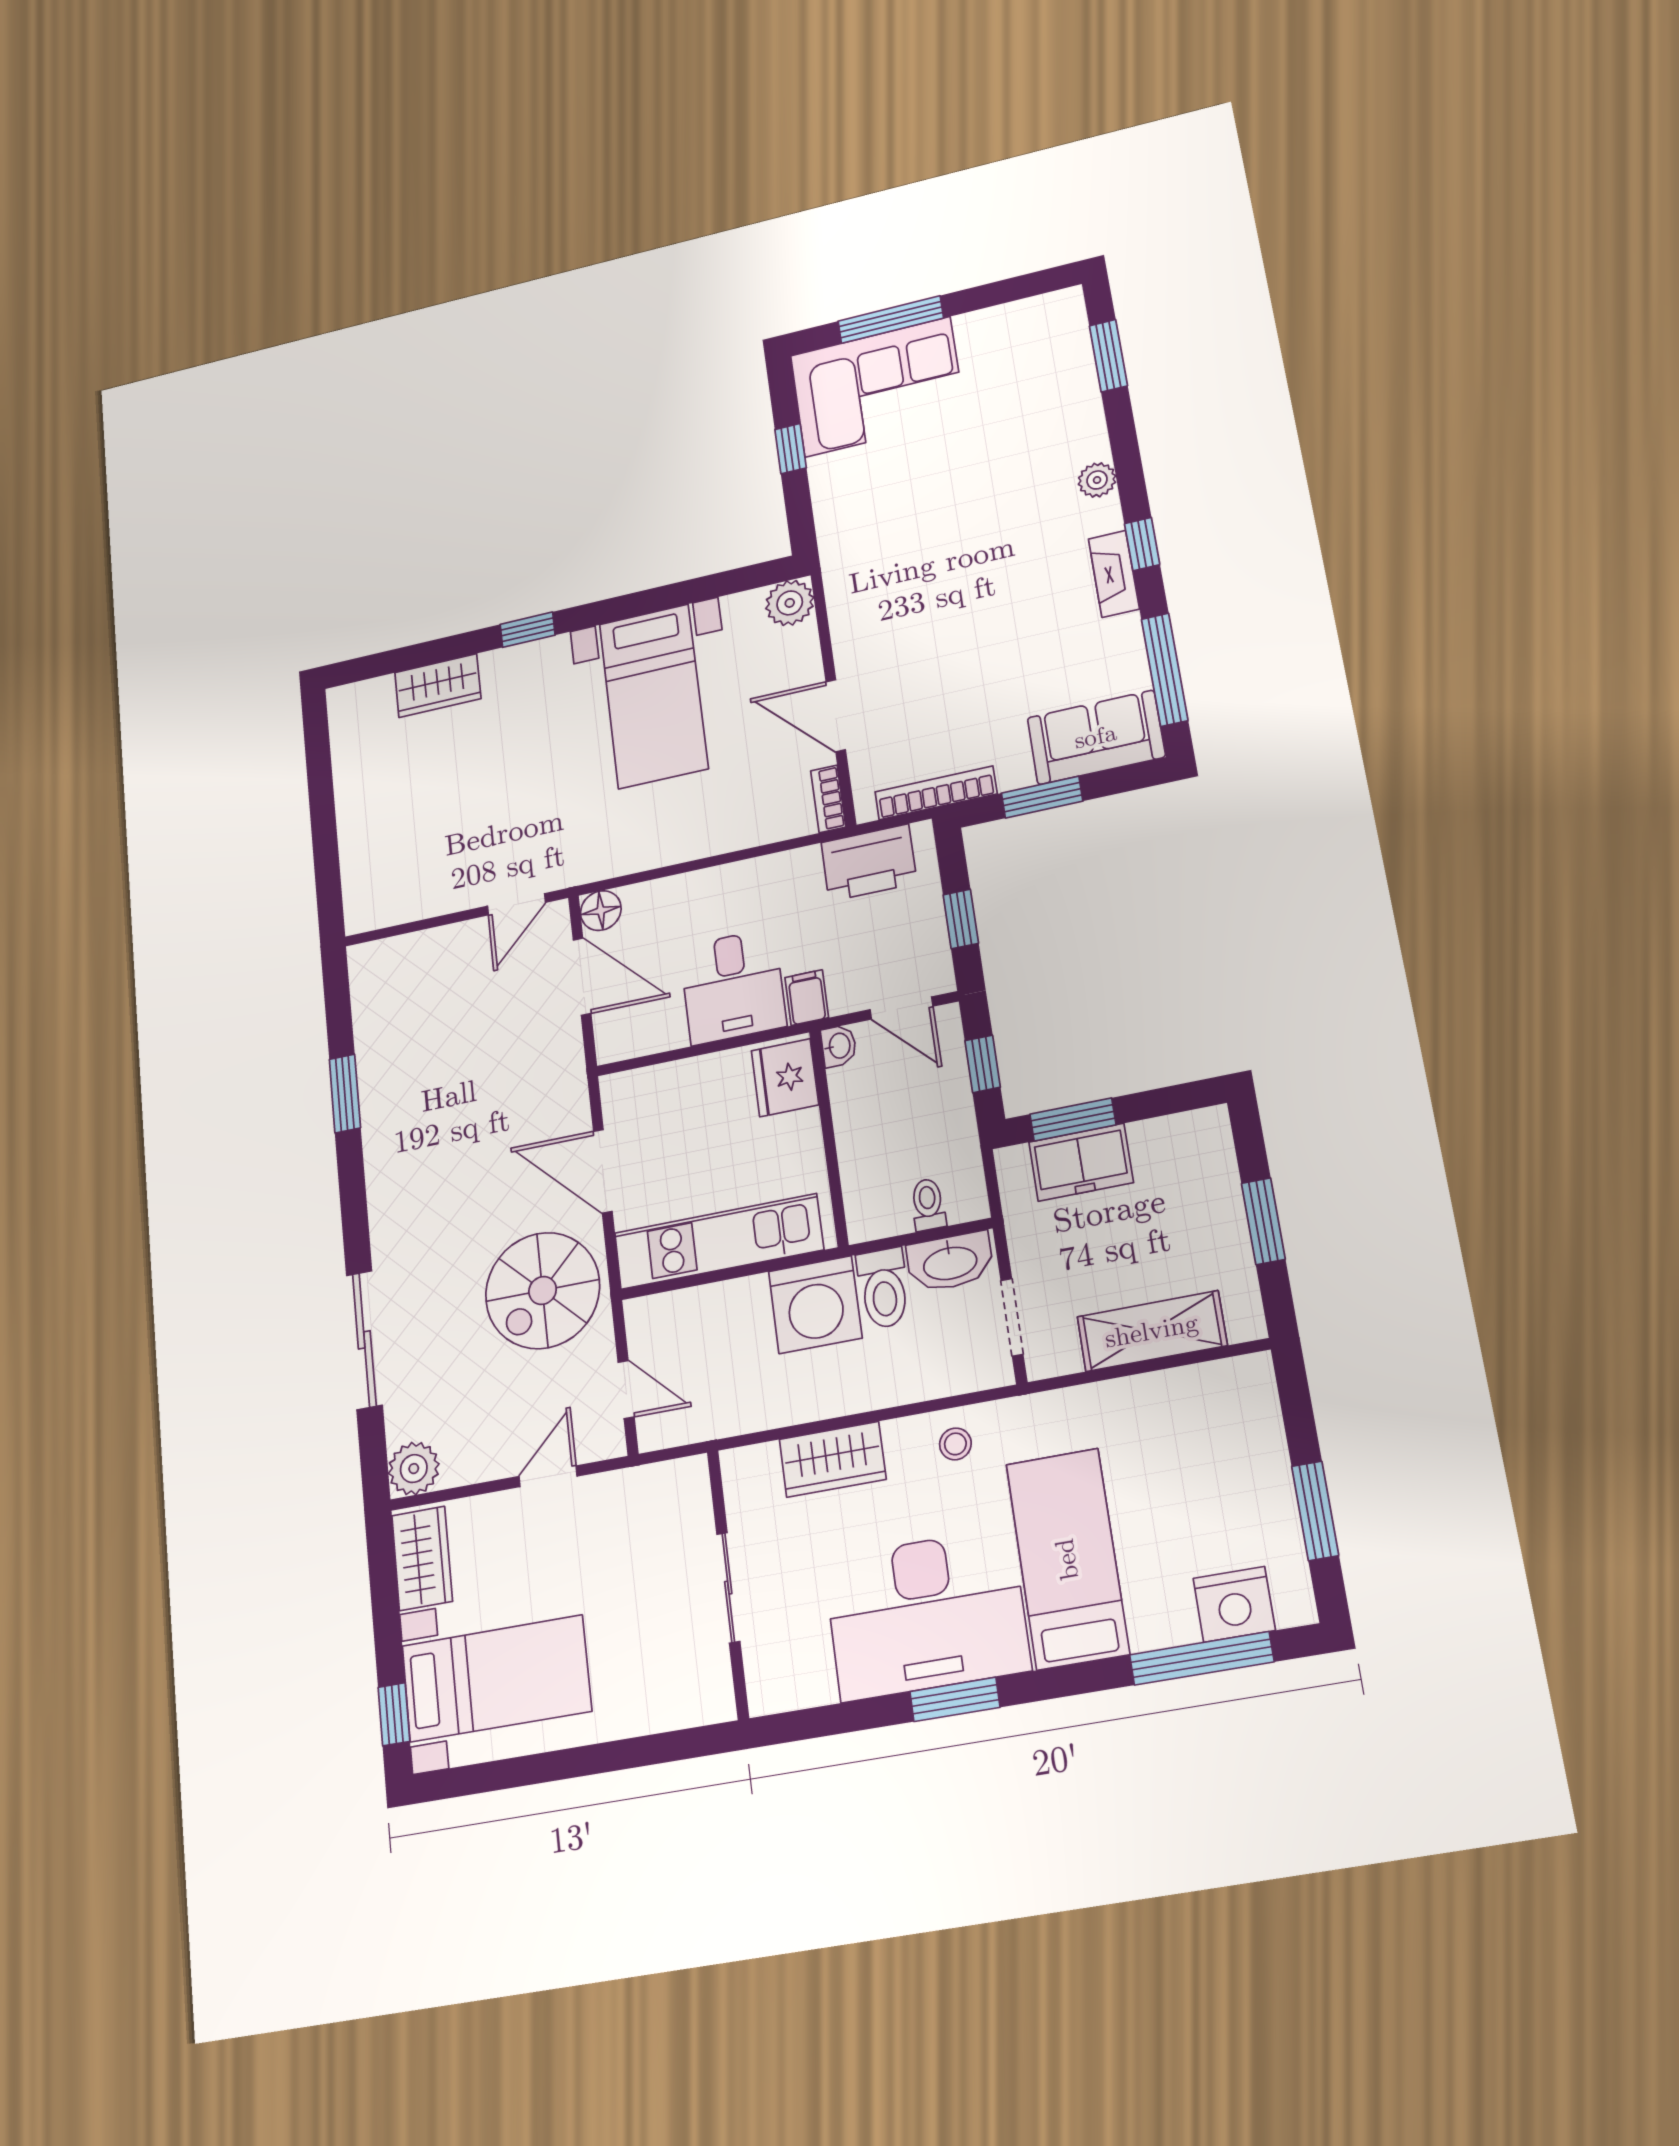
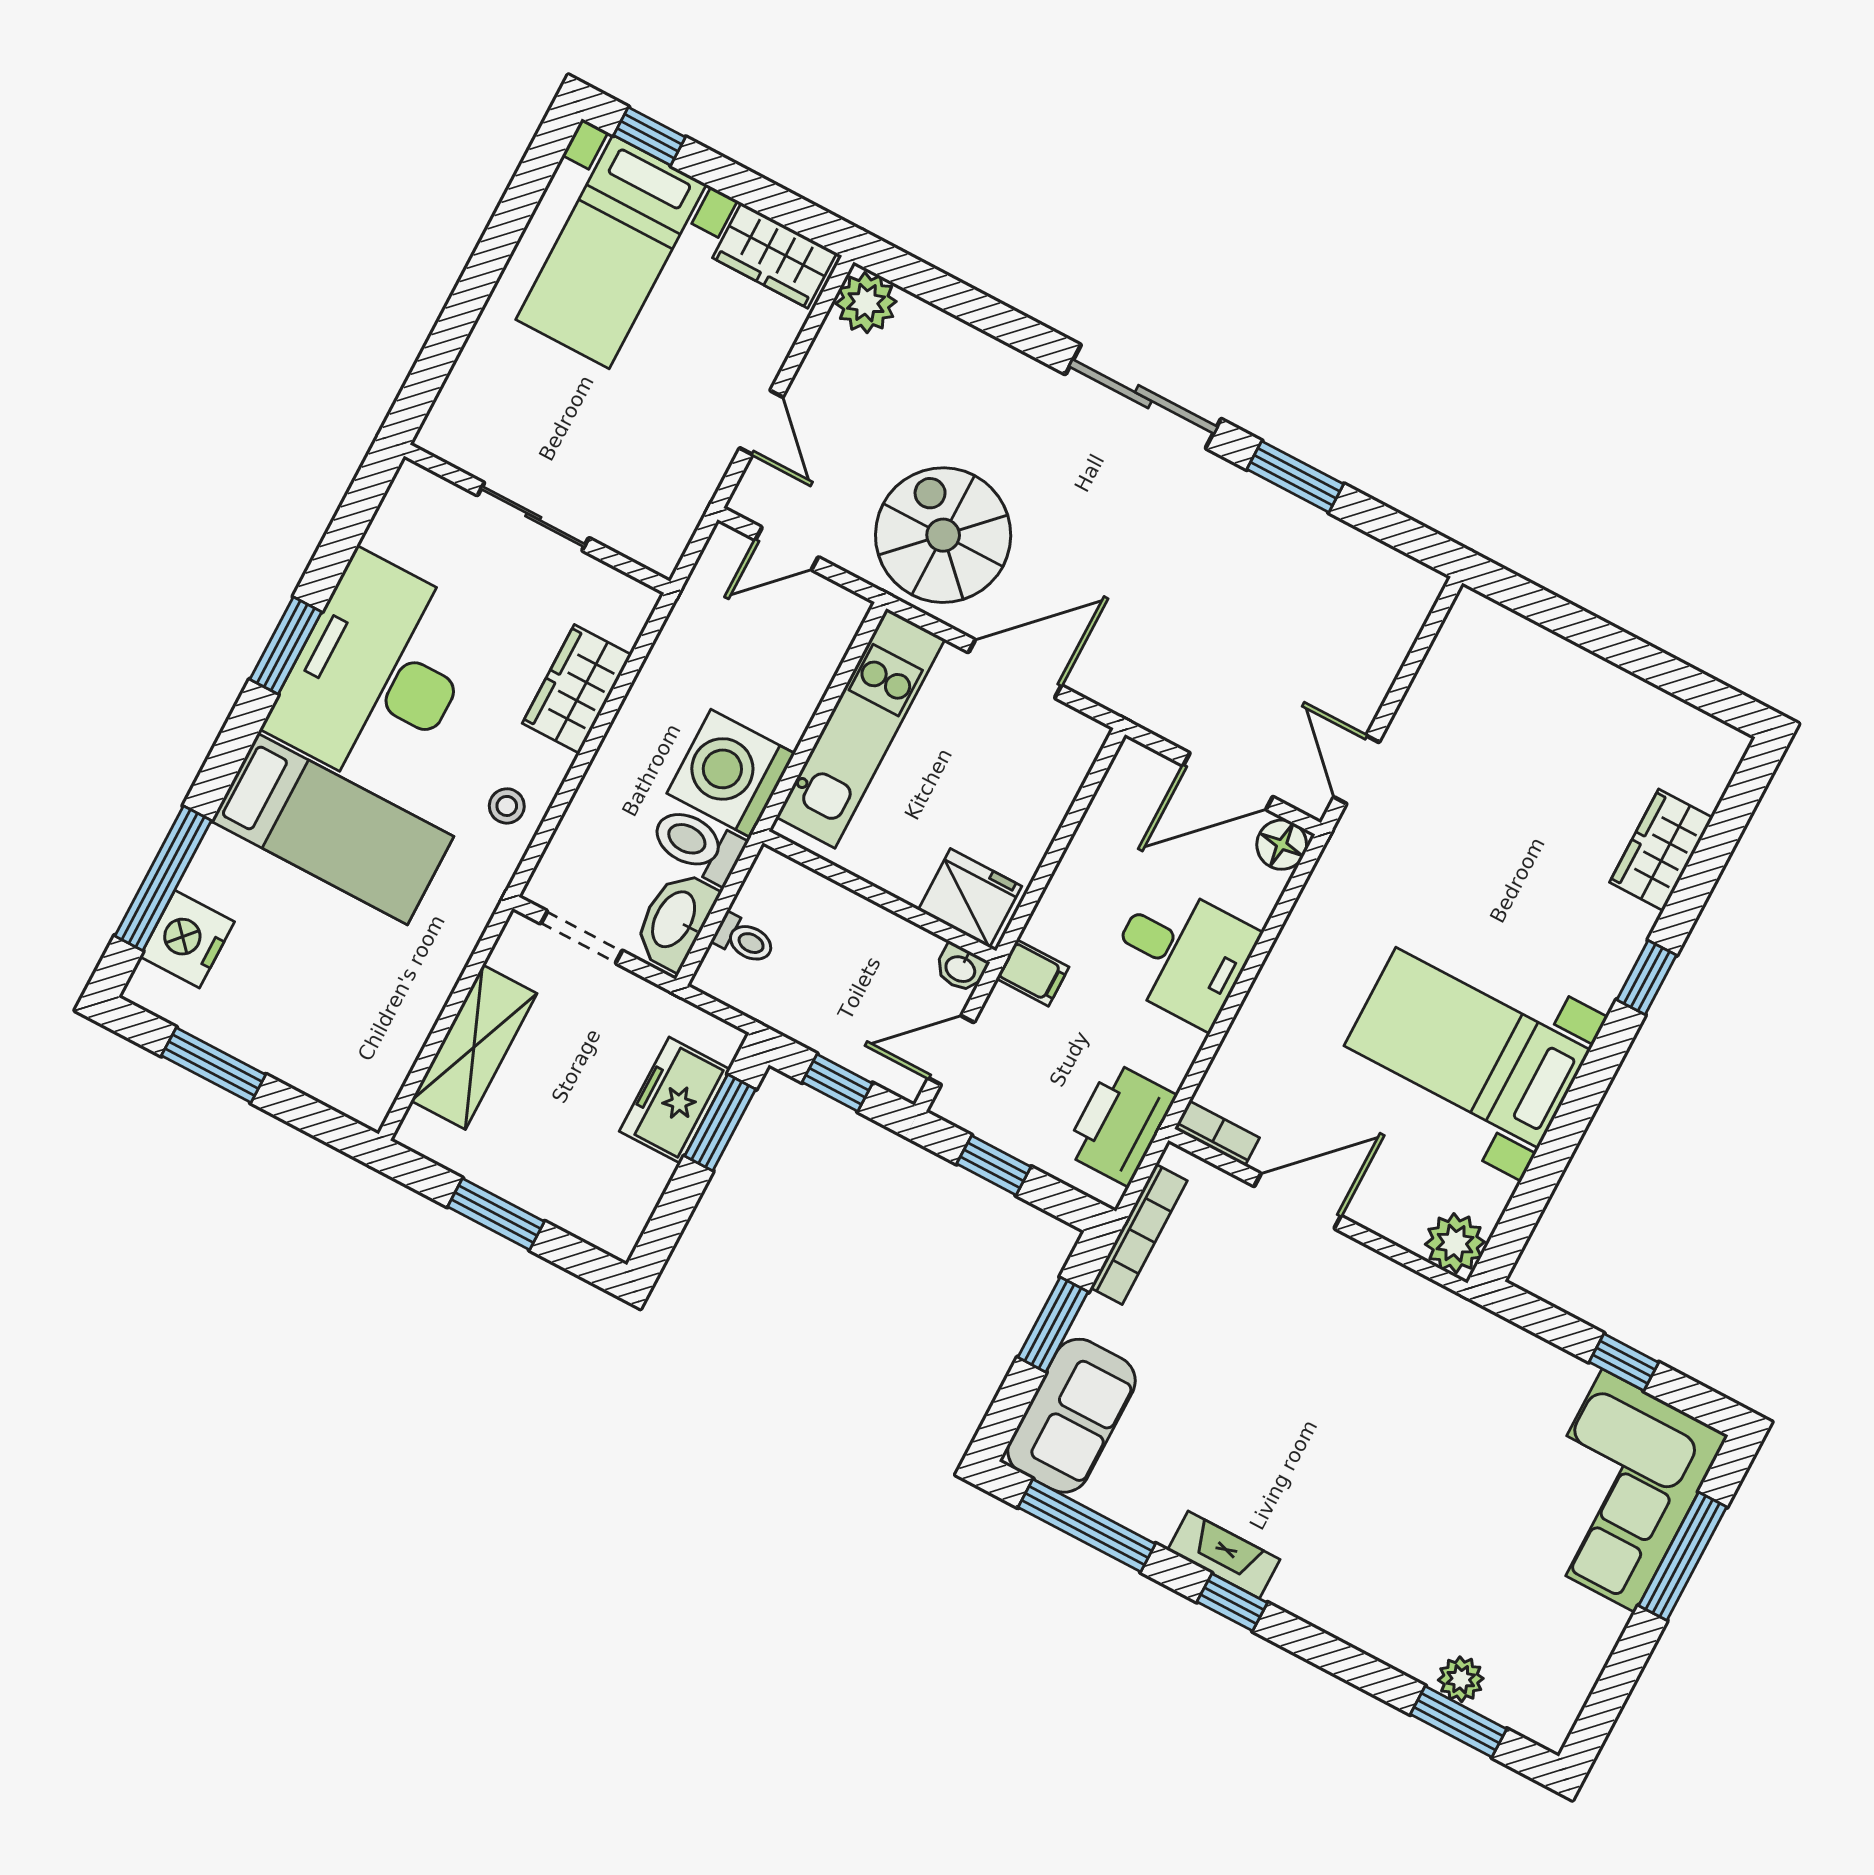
plant: (1097, 480) -> (1461, 1679), moved
desk: (733, 986) -> (1182, 954), moved, turned 180
sliding door: (364, 1340) -> (1143, 397), moved

